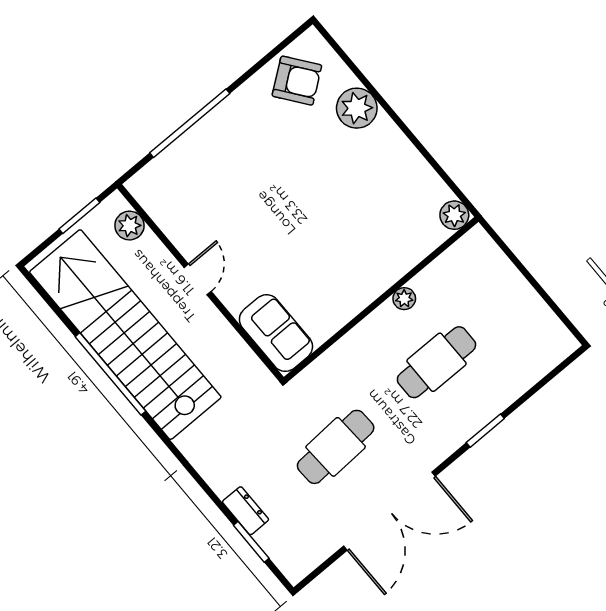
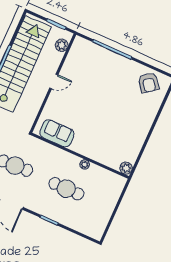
plant: (357, 108) -> (149, 111), removed
sofa: (276, 333) -> (57, 133), moved, turned -90

